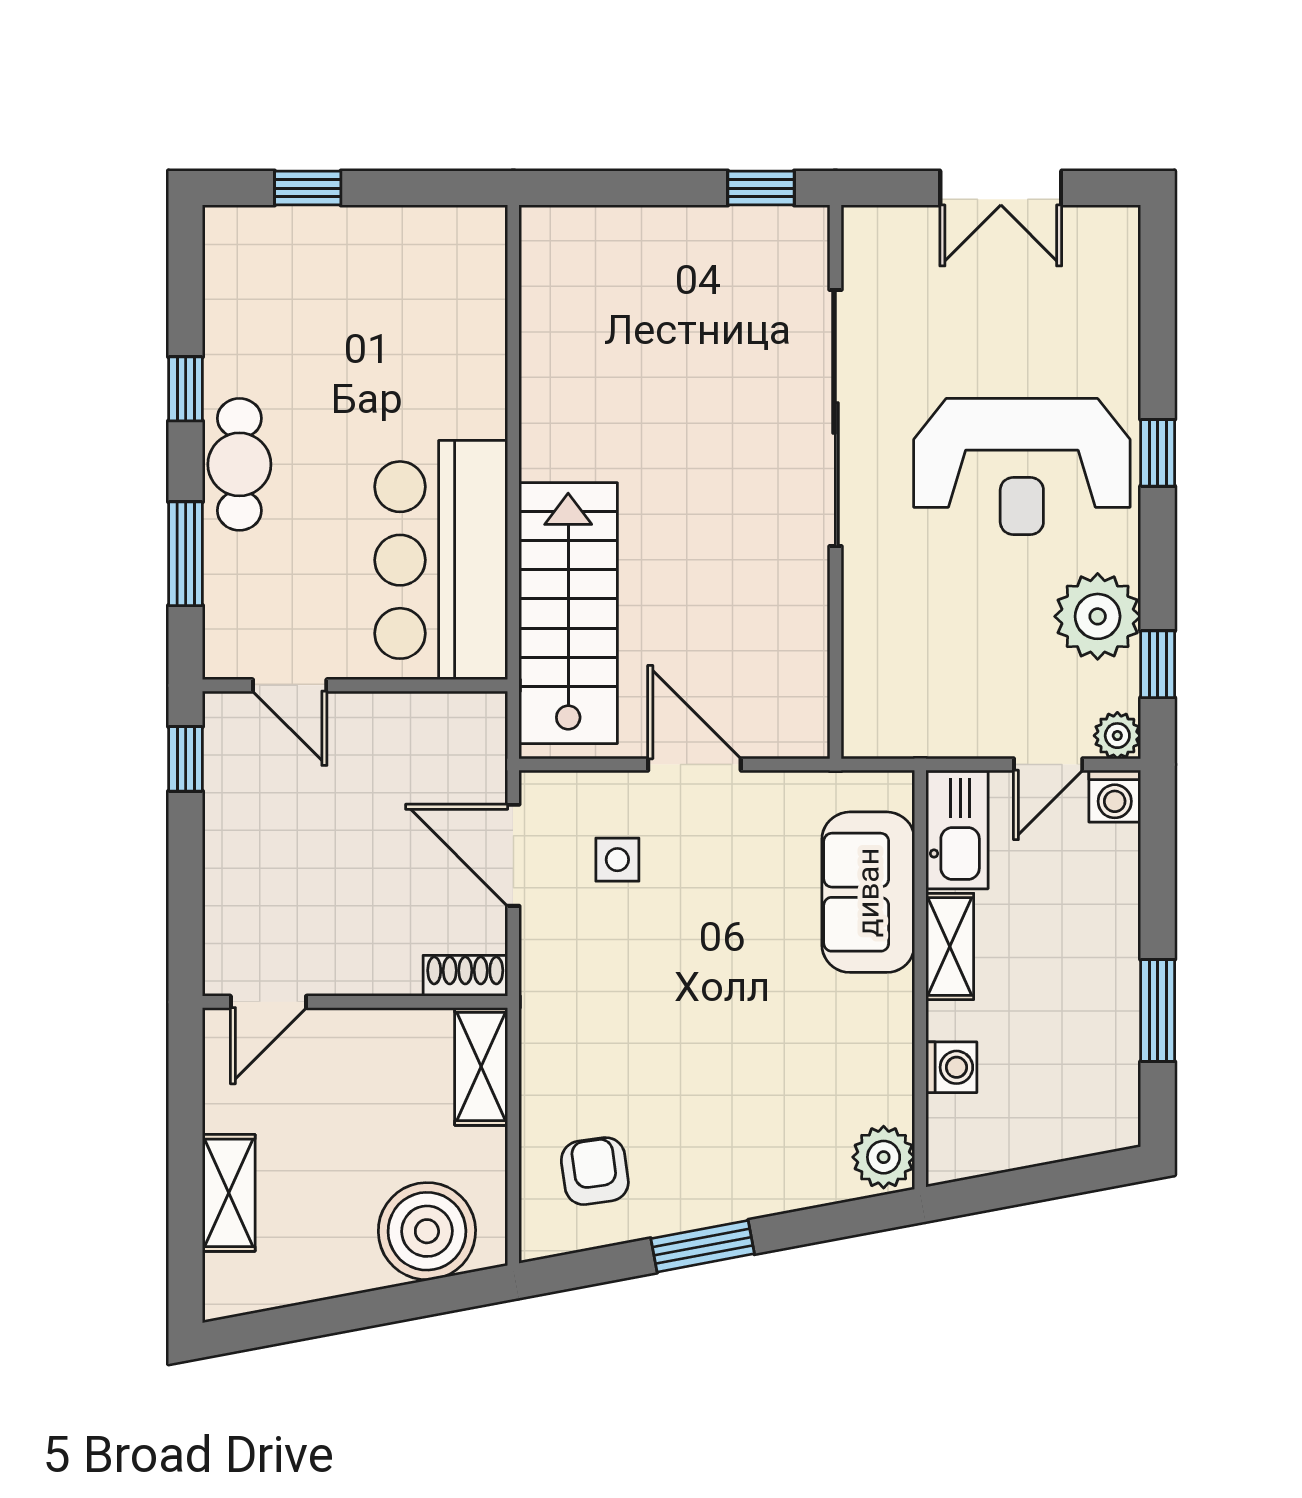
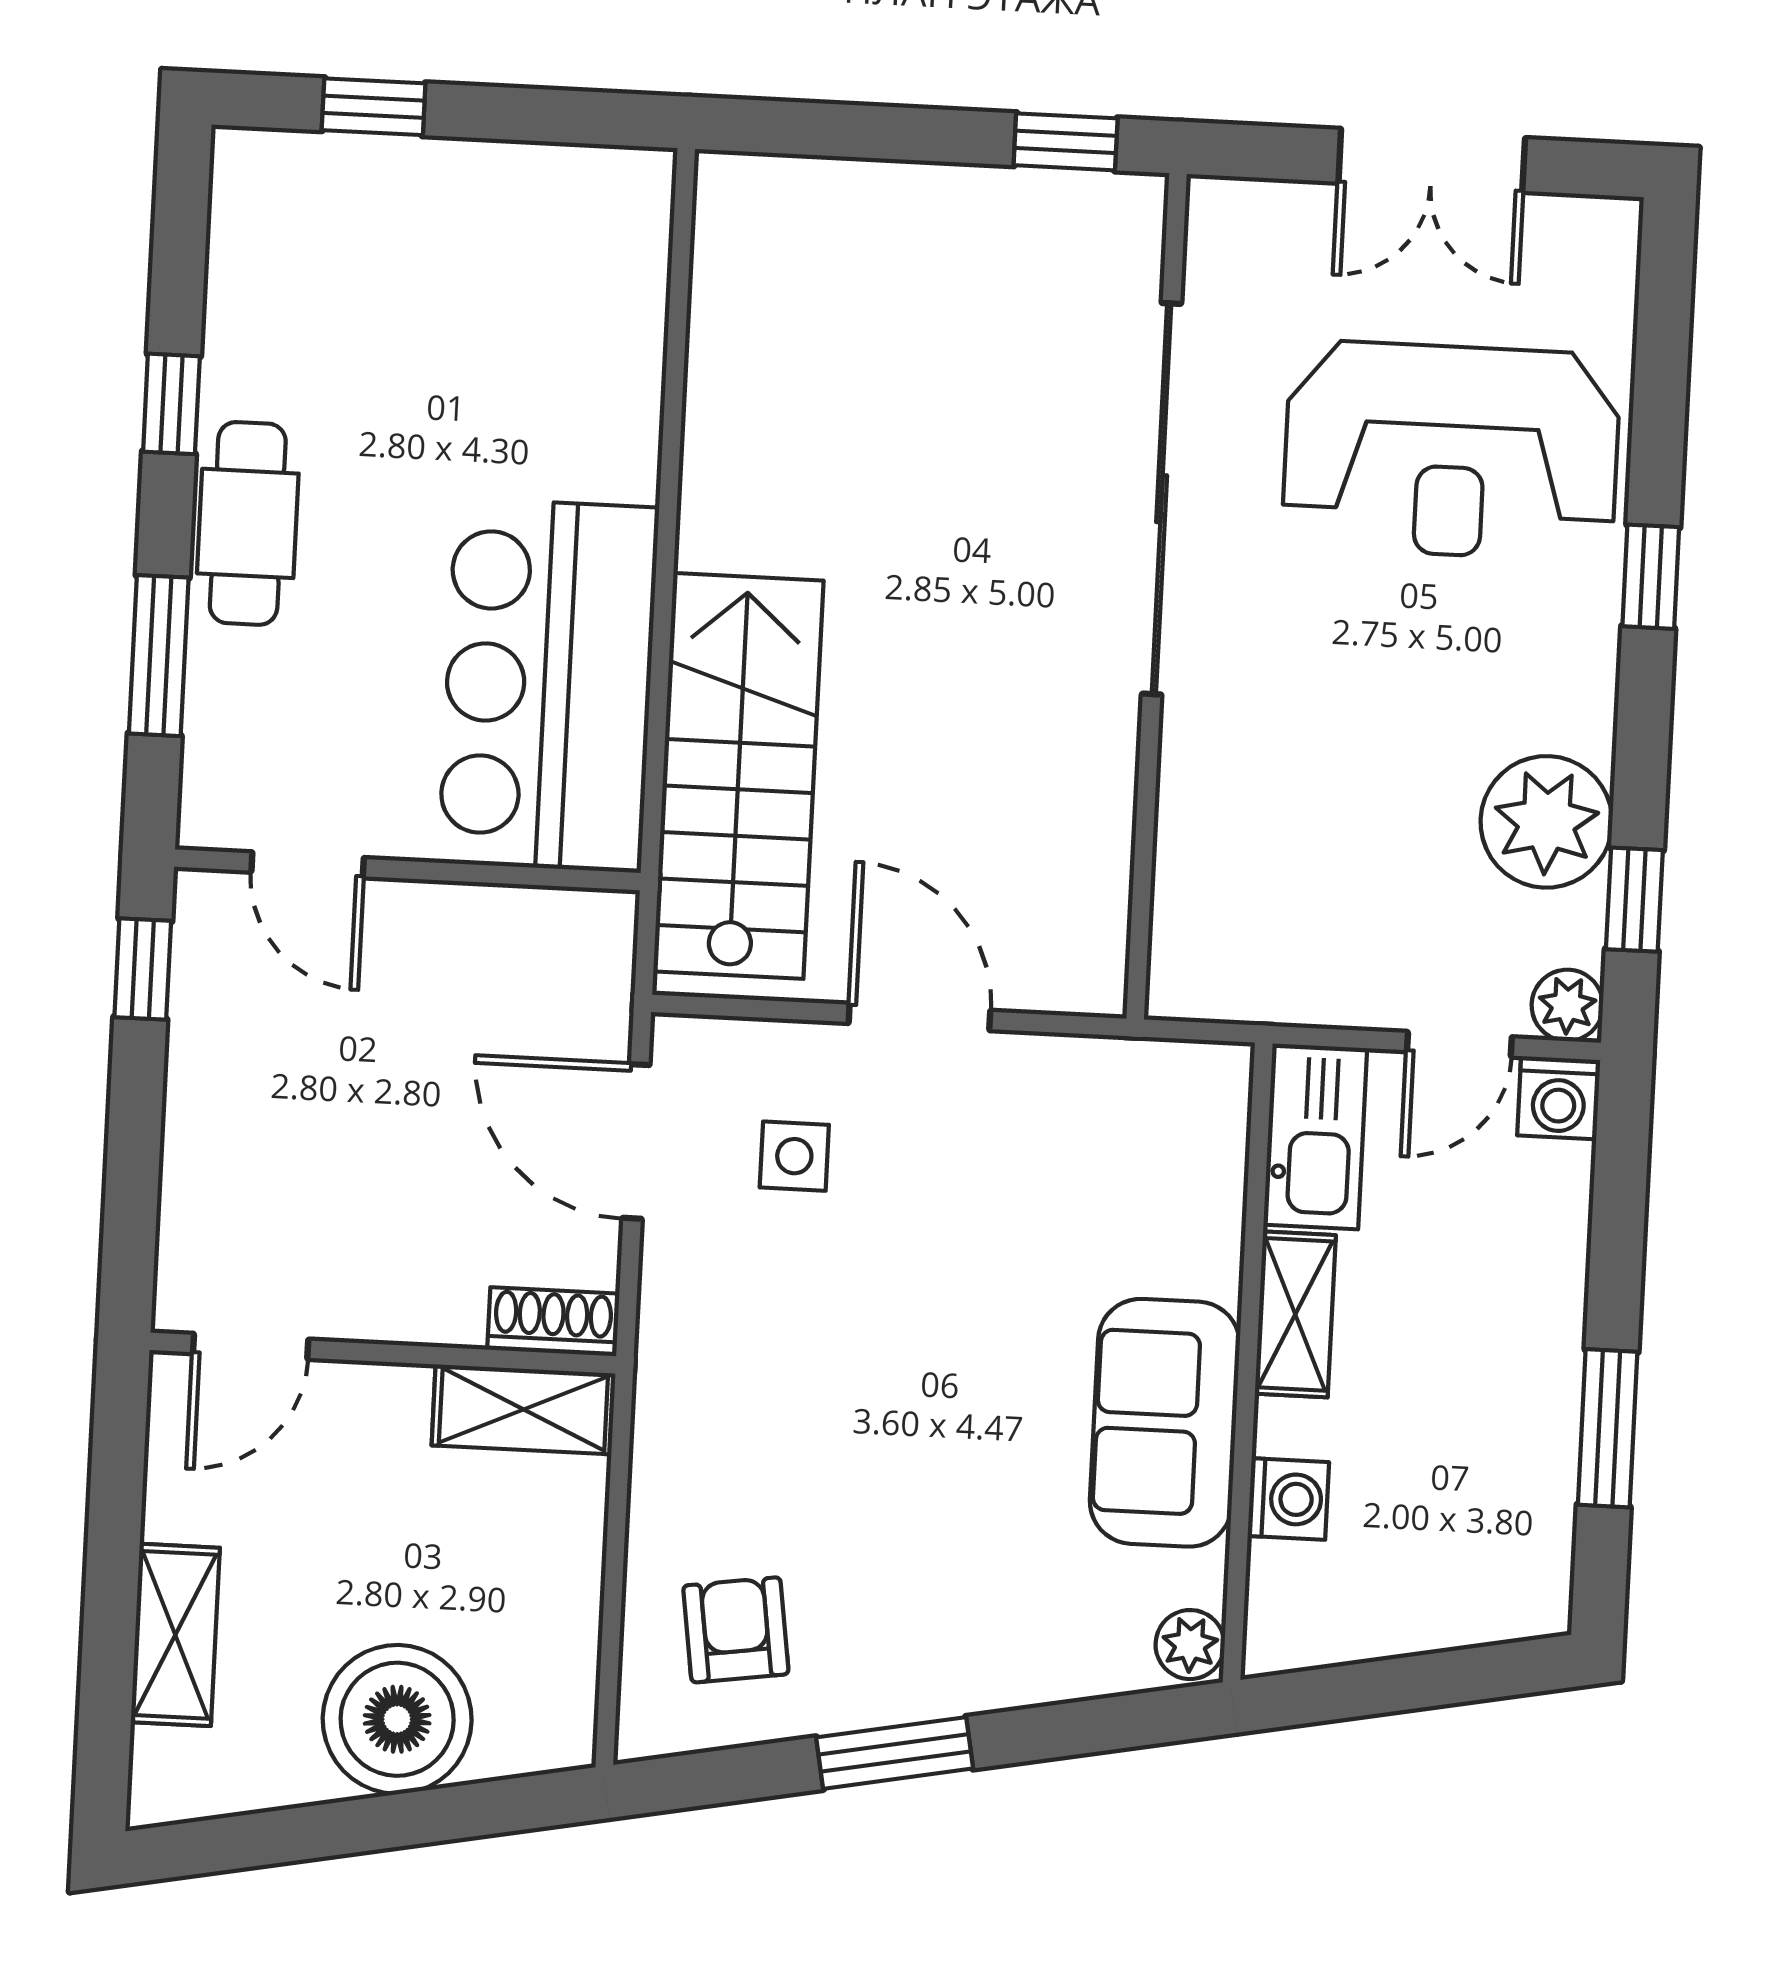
reception desk: (1022, 467) -> (1451, 451), moved
sofa: (868, 892) -> (1165, 1423), moved
shelving: (481, 1066) -> (523, 1409), moved, turned 90
plant: (884, 1157) -> (1190, 1645), width x0.73, depth x0.73
boiler: (427, 1231) -> (397, 1719), moved

